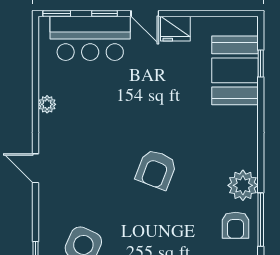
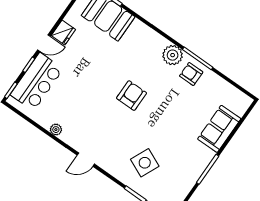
armchair: (156, 169) -> (132, 96), turned -111
armchair: (236, 225) -> (191, 74), turned 180

